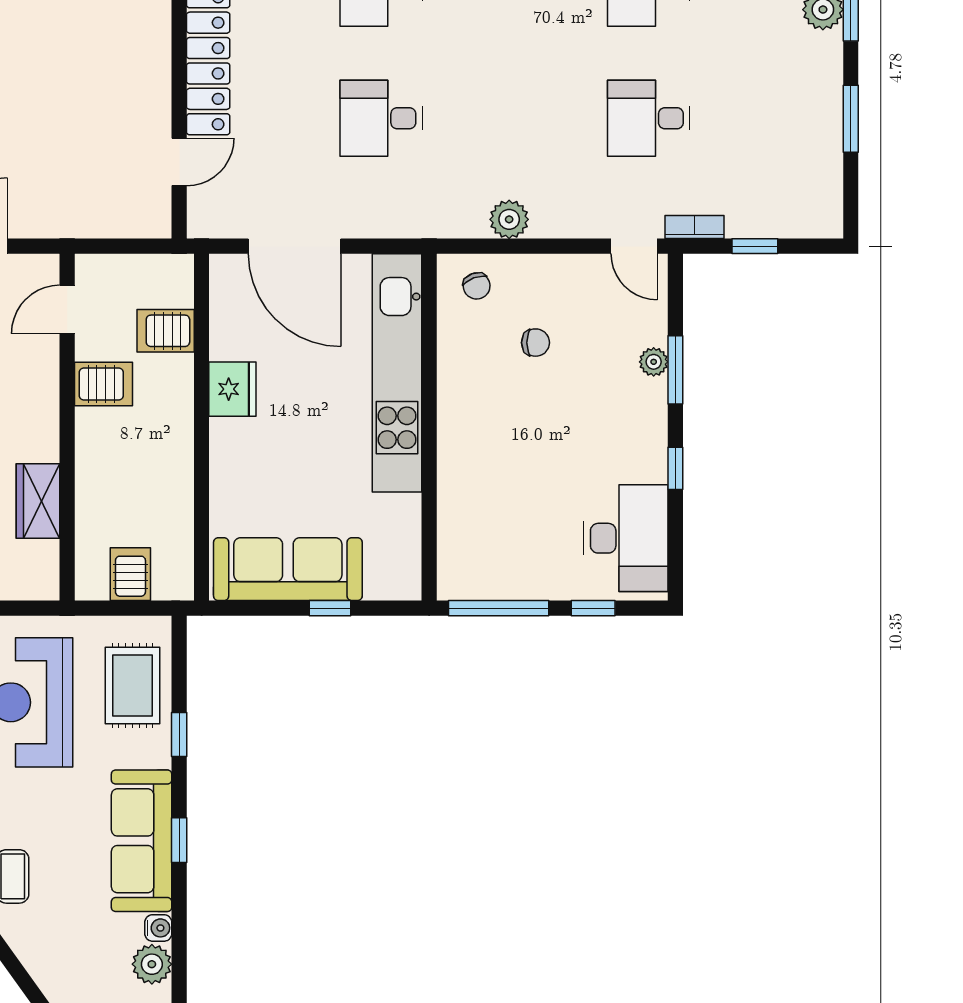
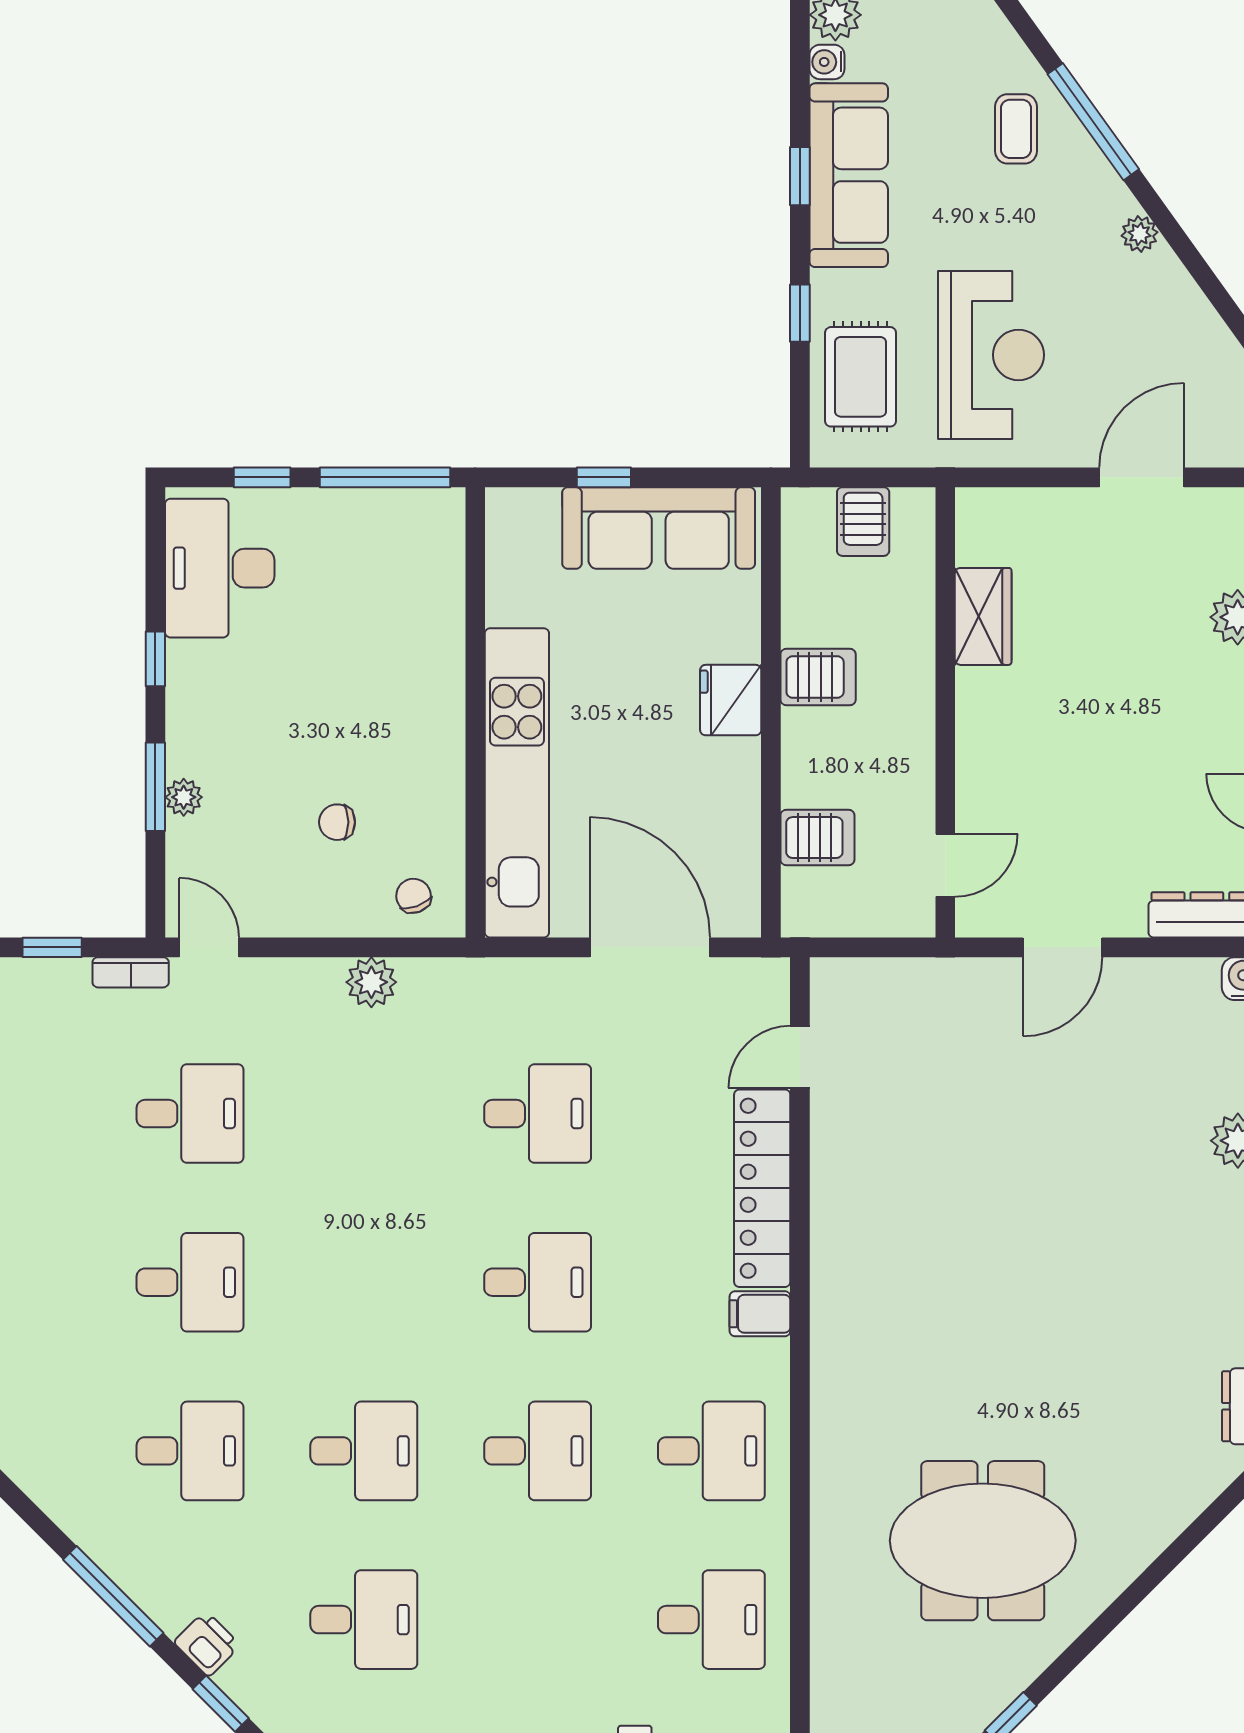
server rack: (104, 384) -> (818, 677), moved, turned 180
fridge: (232, 389) -> (731, 700), moved

